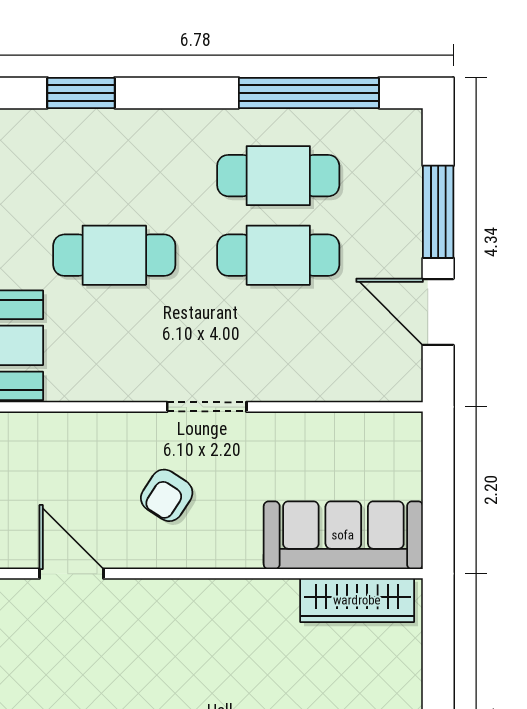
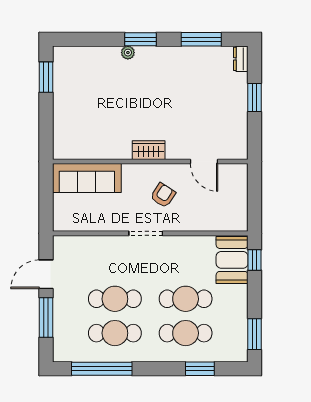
cafe table: (114, 176) -> (186, 333), added
door: (438, 312) -> (46, 274), swing flipped
wardrobe: (357, 600) -> (149, 150), moved, width x0.67

